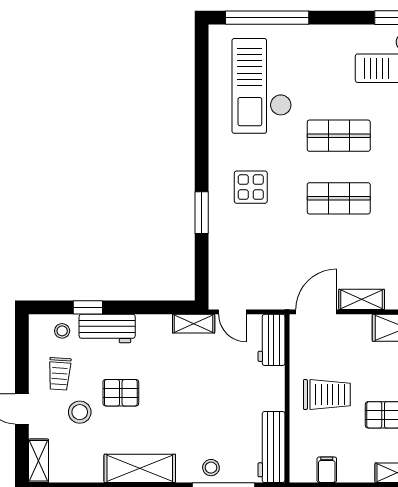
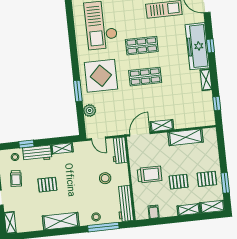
display table: (251, 187) -> (101, 76), width x1.86, depth x1.86
plant: (221, 254) -> (90, 110), added
shelving: (194, 324) -> (62, 148), moved
stool: (80, 412) -> (105, 178), moved

